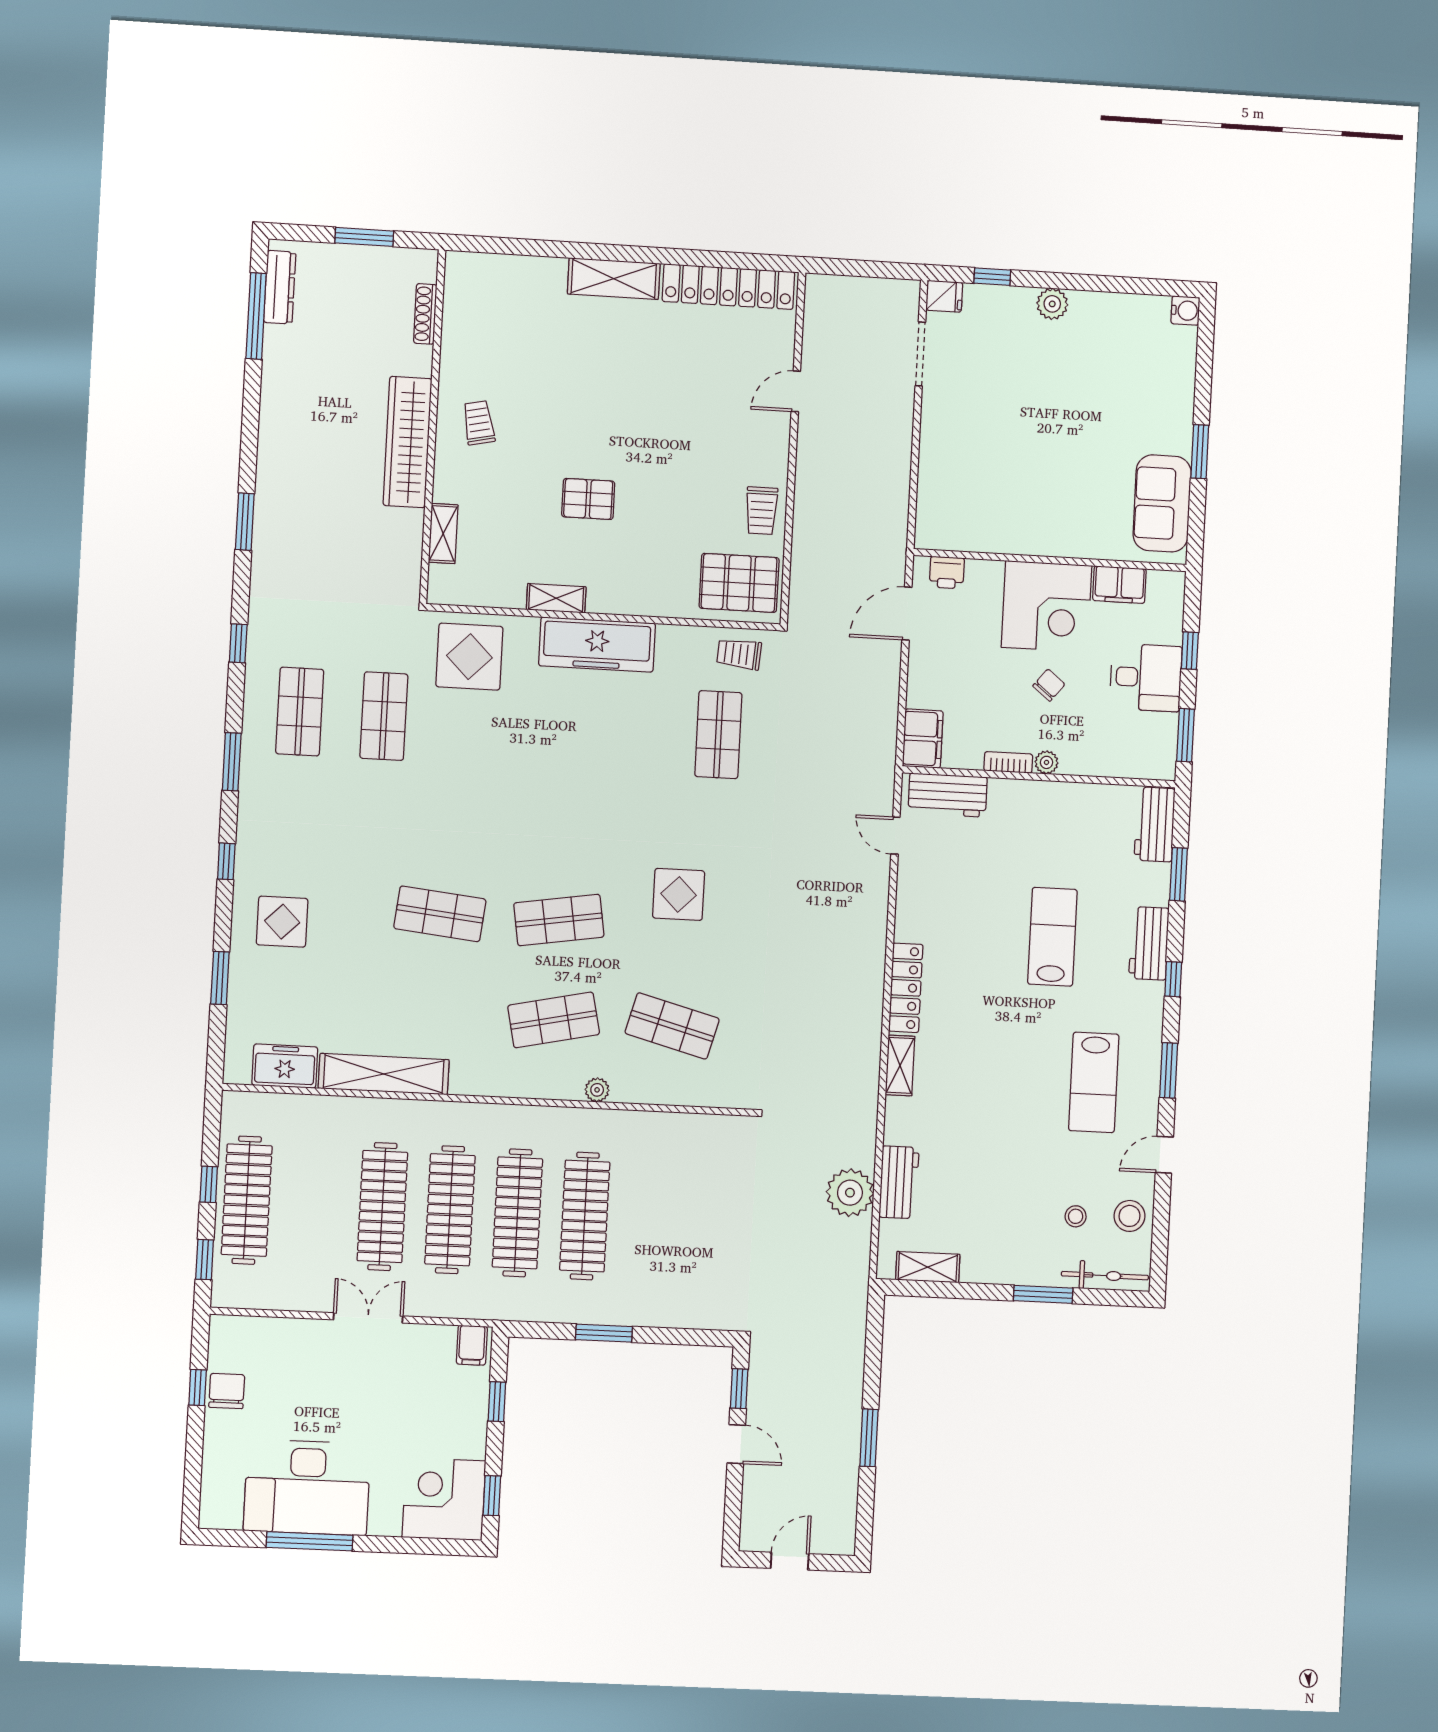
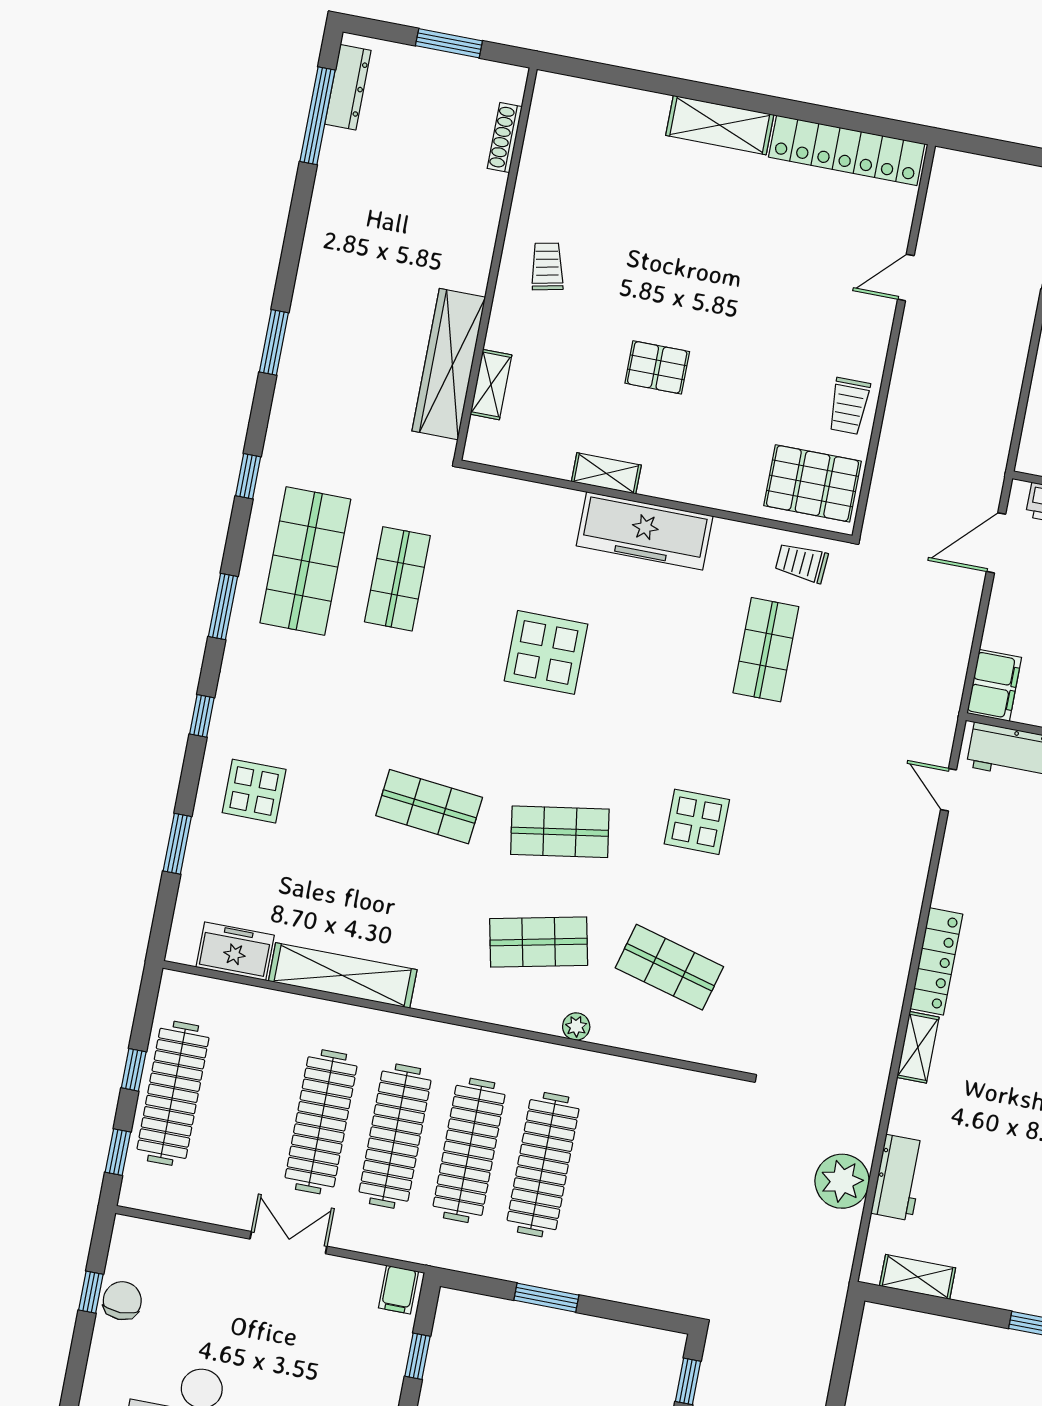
wardrobe: (407, 442) -> (449, 364), moved
display table: (469, 657) -> (546, 652), moved
shop shelf: (300, 712) -> (305, 561), width x1.43, depth x1.36

